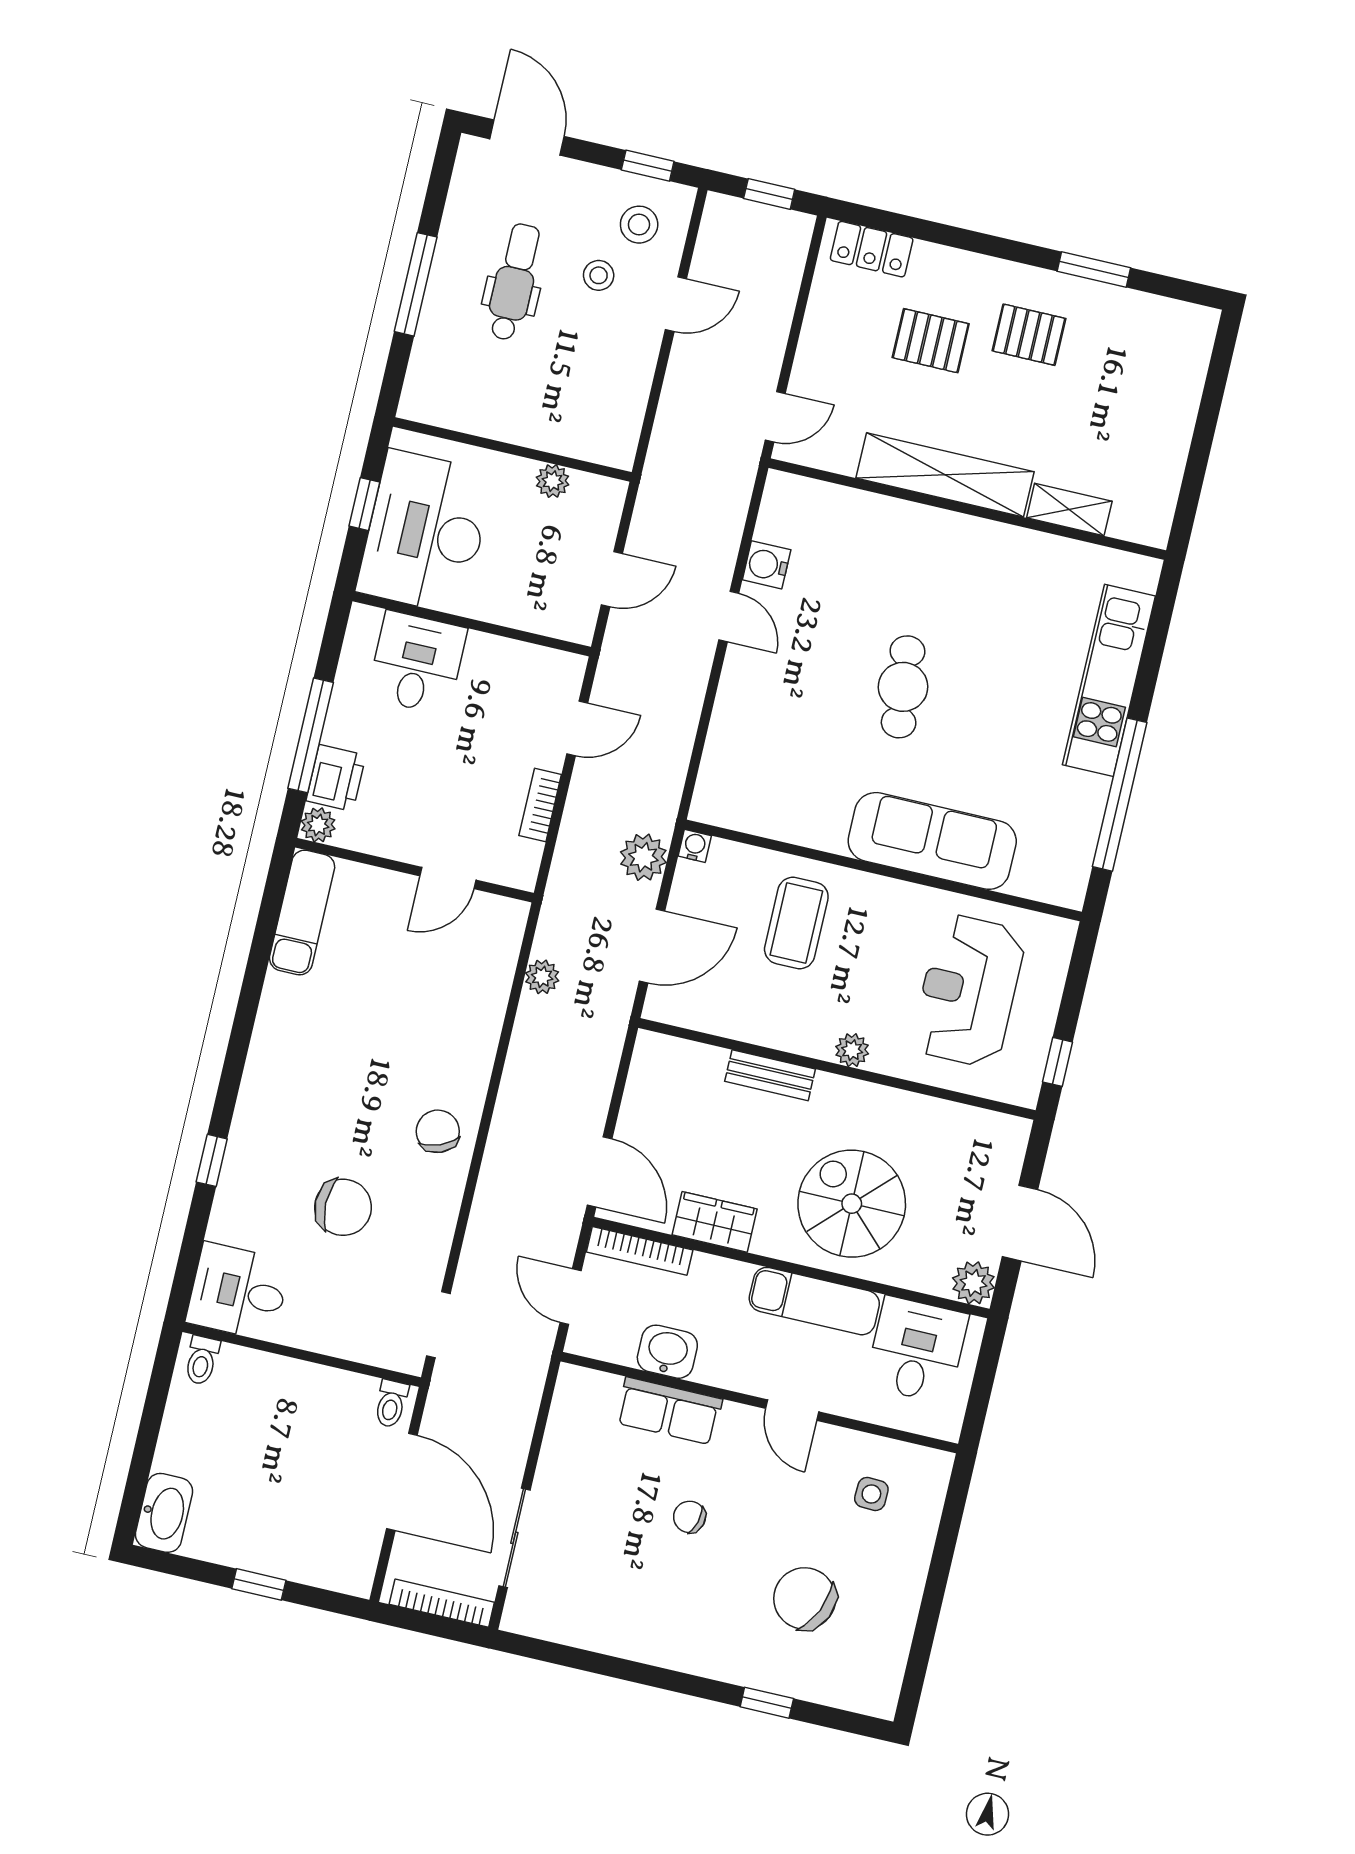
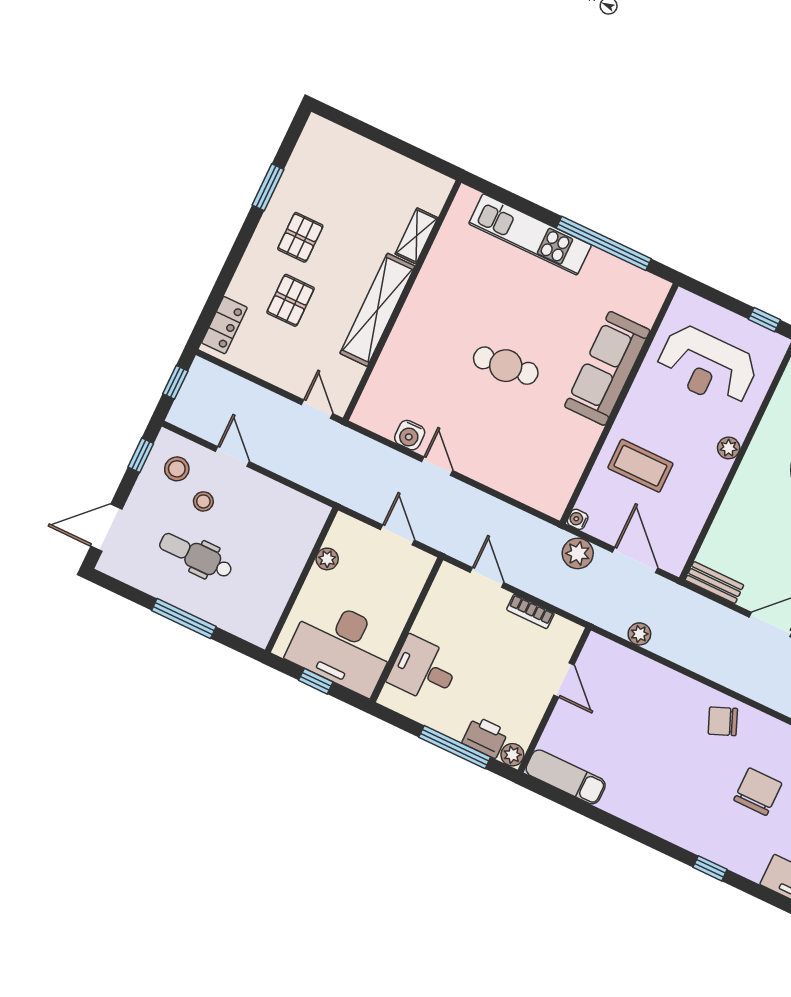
door: (729, 617) -> (437, 466), hinge flipped
bench: (770, 1075) -> (714, 583), moved, turned 90

